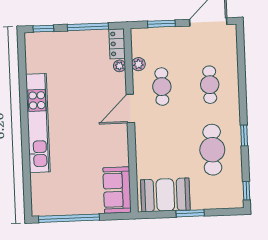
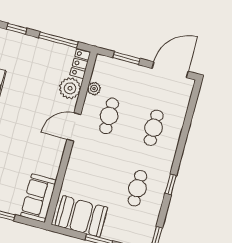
plant: (119, 66) -> (70, 88), width x1.88, depth x1.88
cafe table: (212, 150) -> (137, 188), width x0.73, depth x0.74

